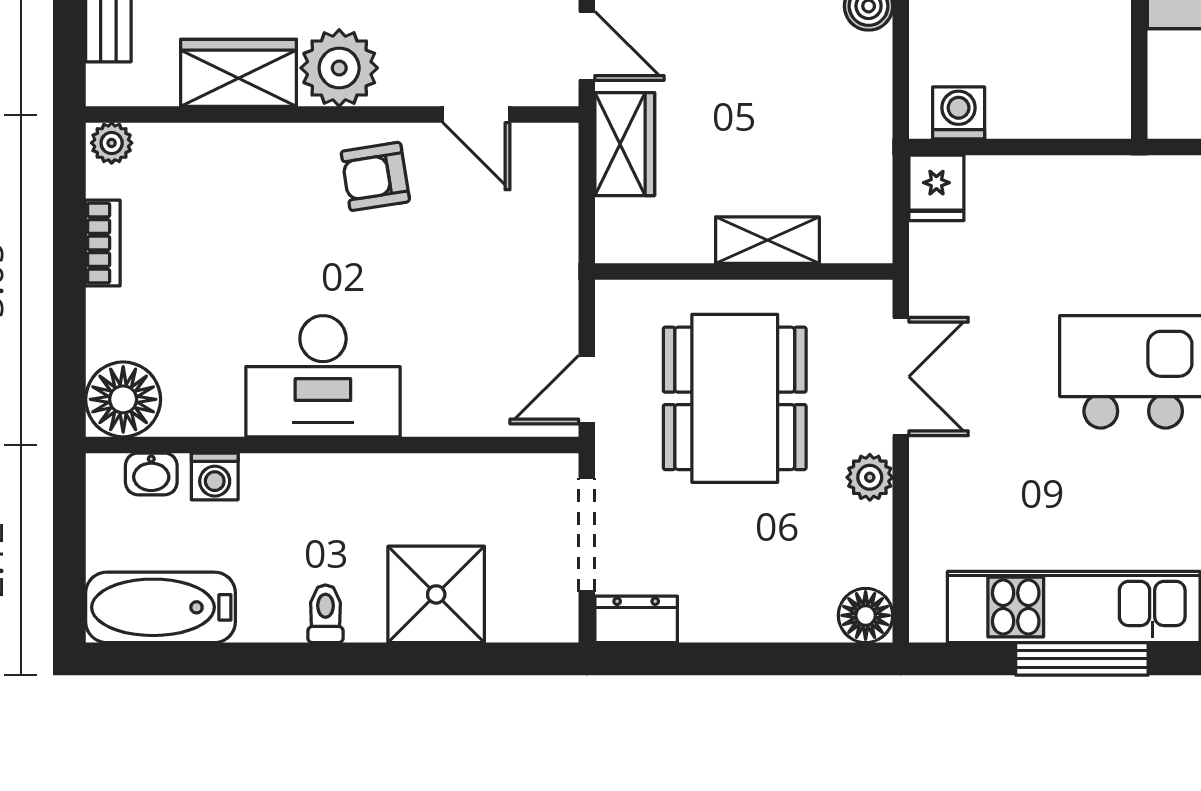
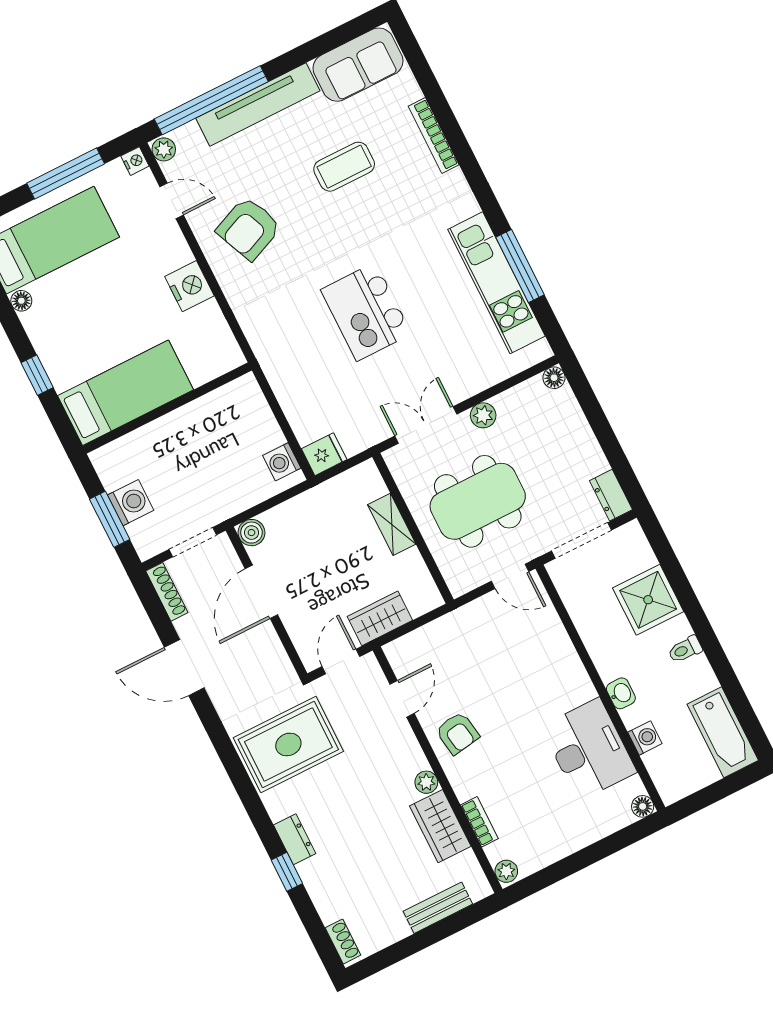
plant: (339, 68) -> (426, 782), width x0.53, depth x0.53
bookcase: (103, 243) -> (479, 822), moved, turned 90
desk: (323, 376) -> (589, 749), moved
floor lamp: (123, 399) -> (643, 806), width x0.53, depth x0.53
washbasin: (151, 474) -> (621, 693), moved
floor lamp: (866, 615) -> (554, 378), width x0.73, depth x0.73

